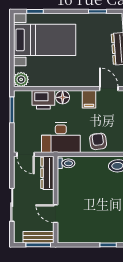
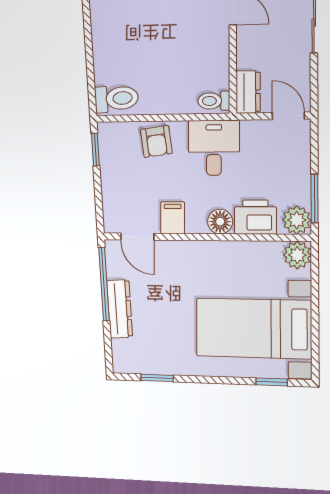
plant: (21, 98) -> (297, 220), added
desk: (61, 138) -> (214, 148), width x0.73
dresser: (47, 173) -> (248, 92), width x0.70

